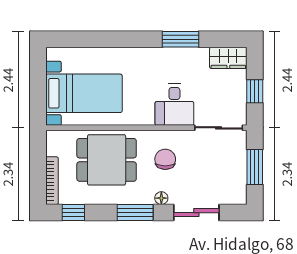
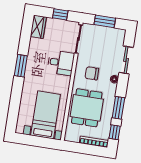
window: (180, 39) -> (21, 66), moved
window: (135, 213) -> (118, 108), moved

